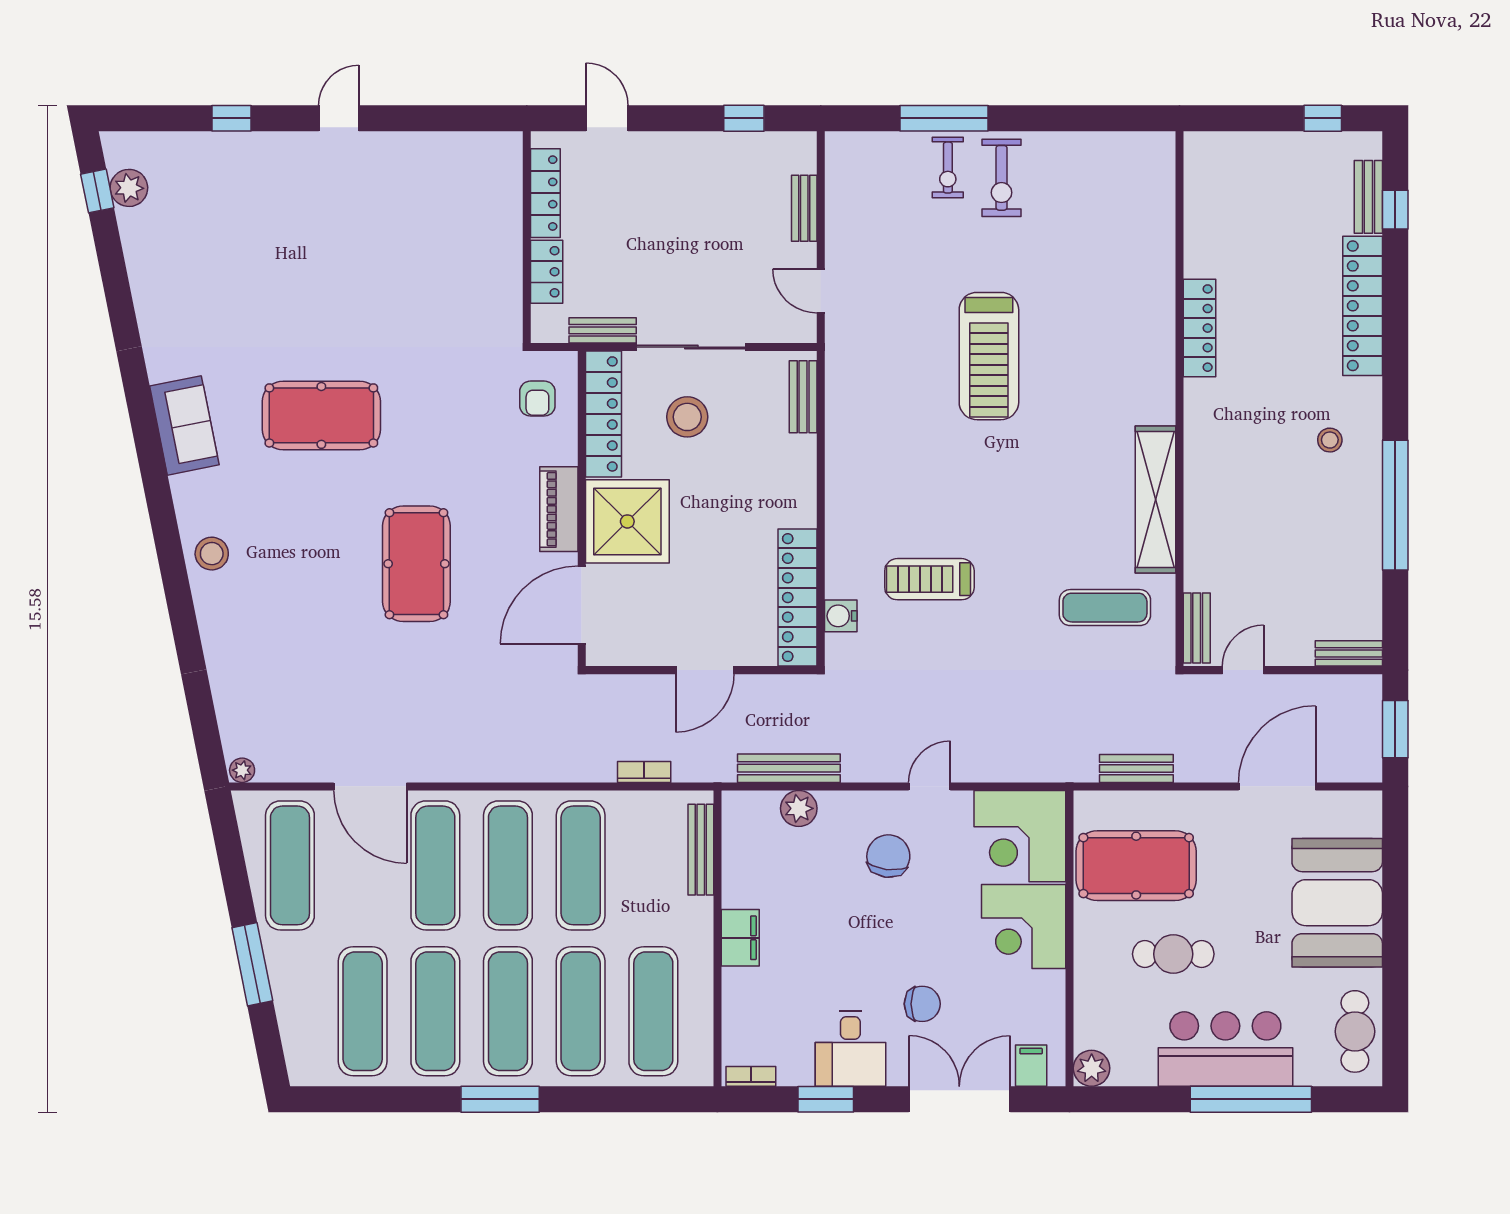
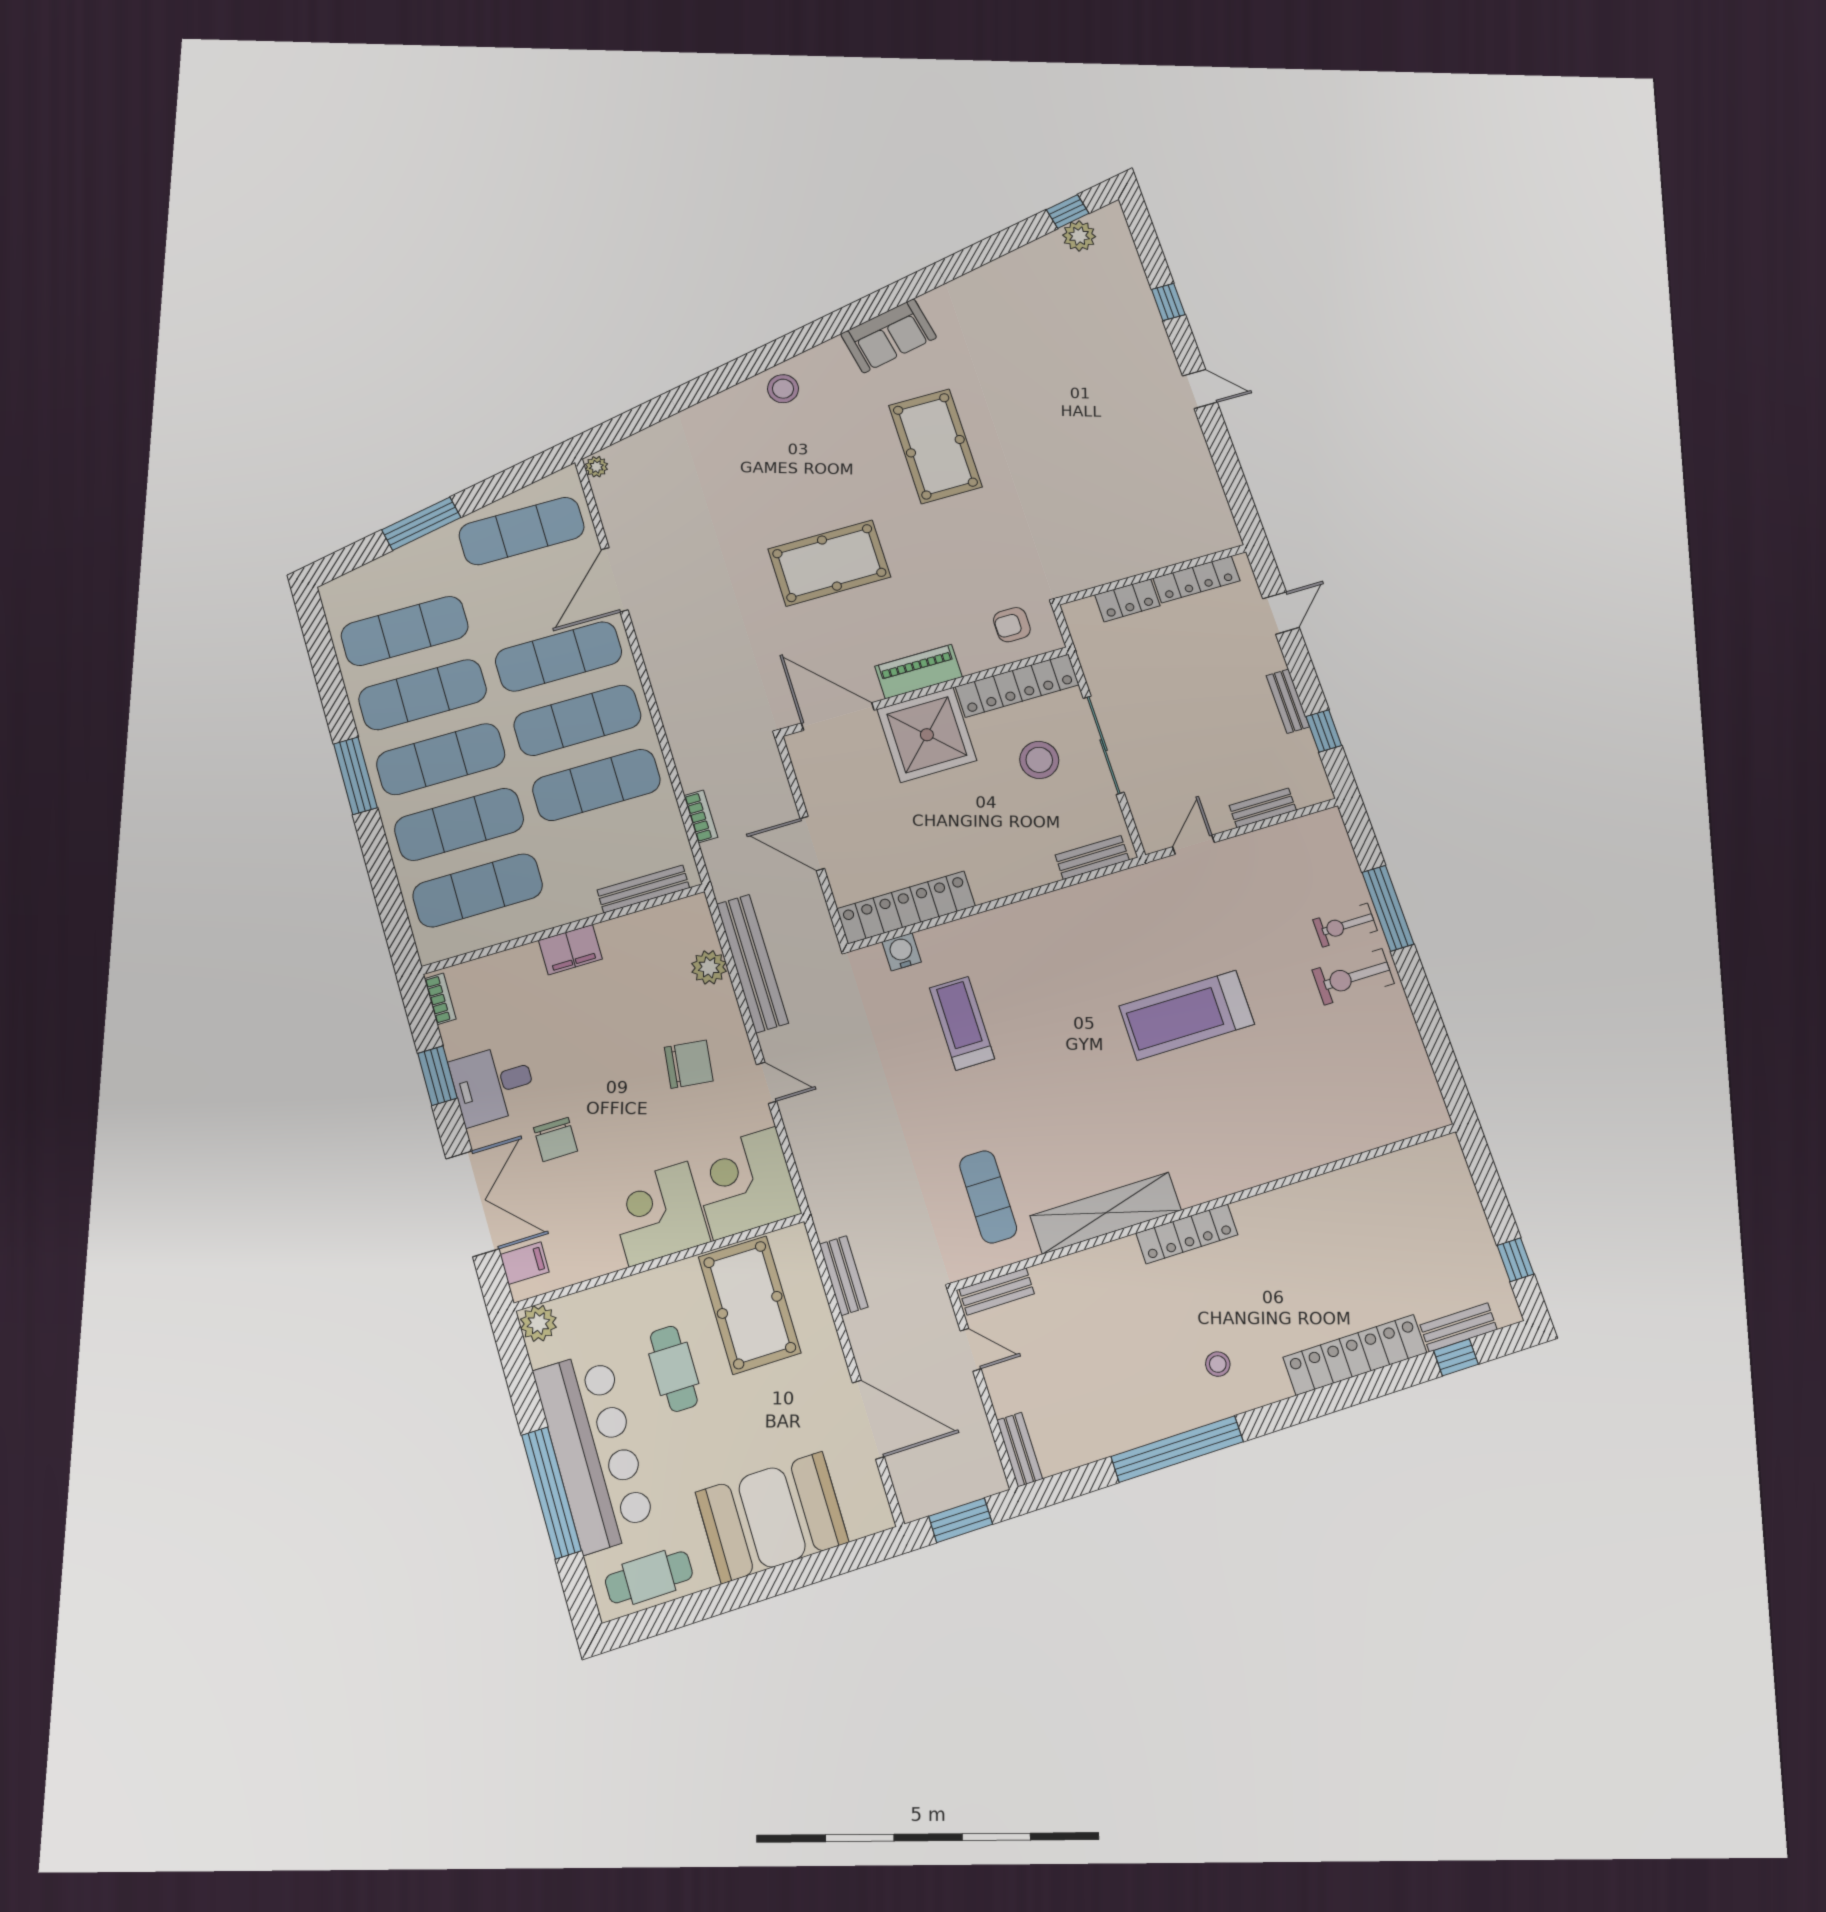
locker: (1200, 328) -> (1187, 1234), moved
bench: (603, 330) -> (1288, 701), moved
bench: (789, 768) -> (752, 963), width x1.37, depth x1.21
bar counter: (1225, 1049) -> (594, 1451), width x1.36

